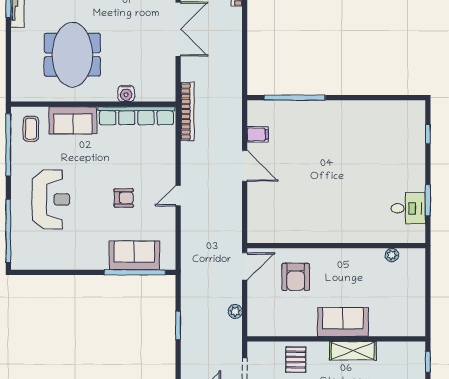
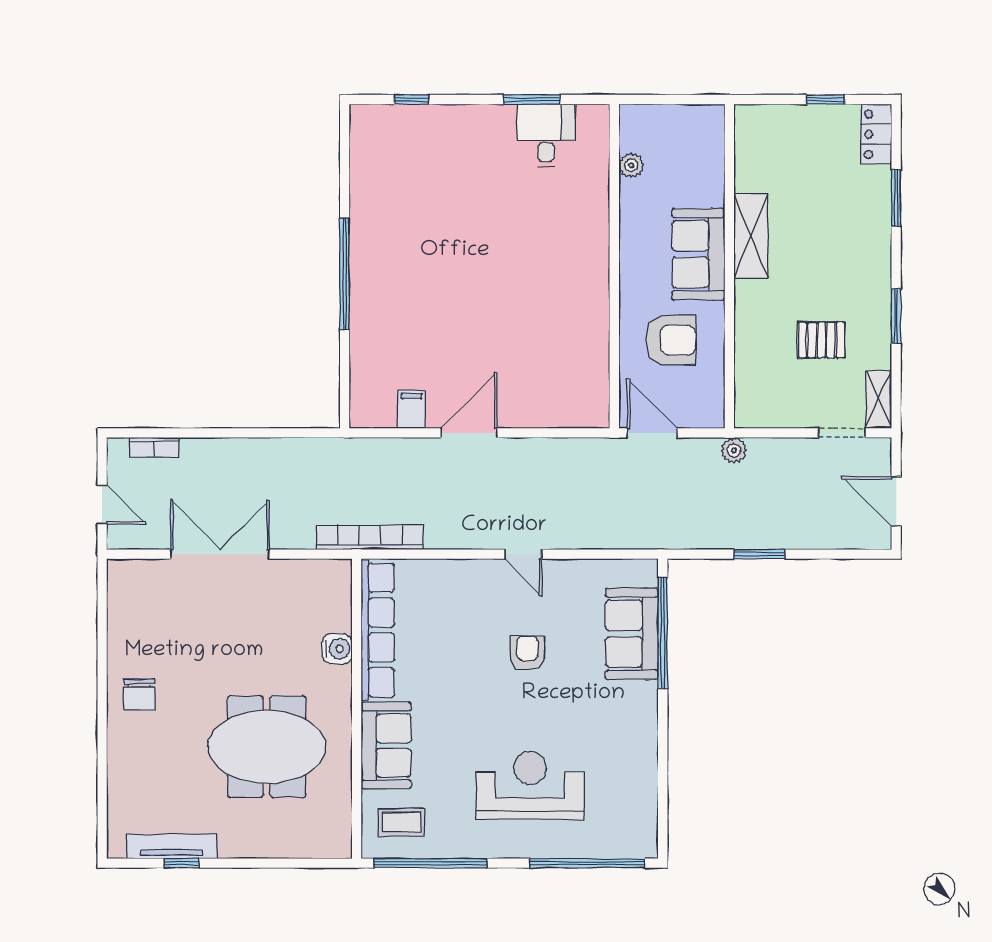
window: (295, 98) -> (345, 274), moved
sofa: (343, 322) -> (698, 254), moved
wall: (336, 339) -> (729, 266), moved
shelving: (353, 351) -> (751, 236), moved

